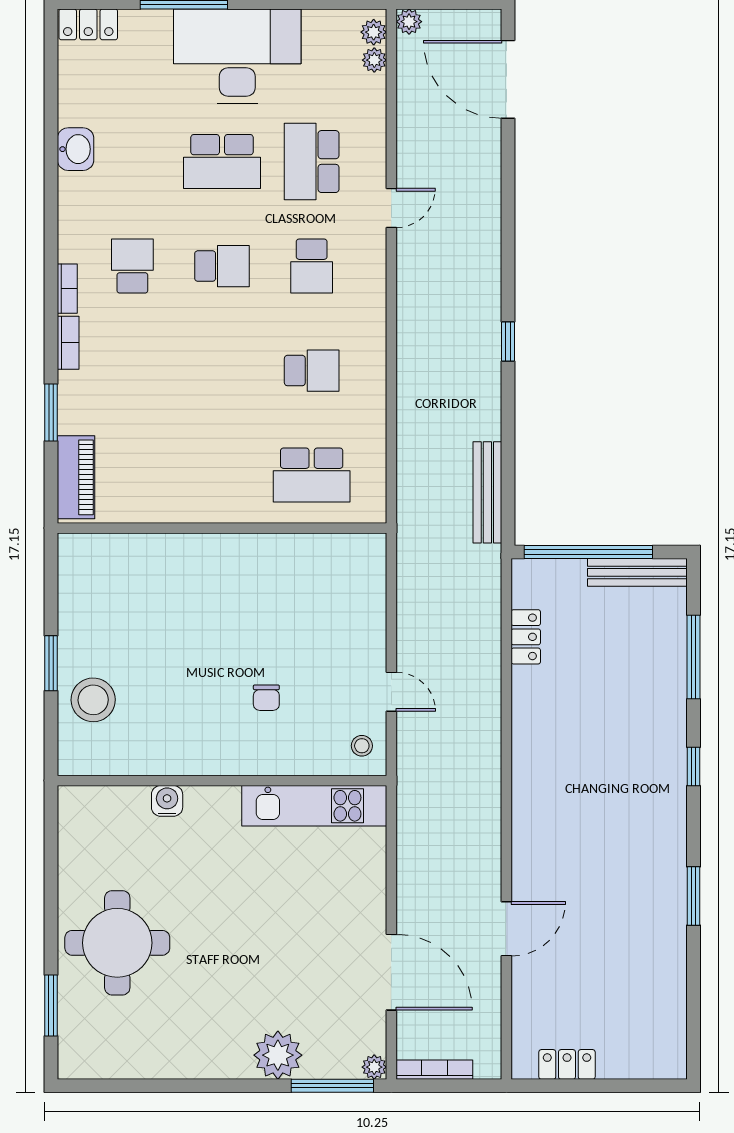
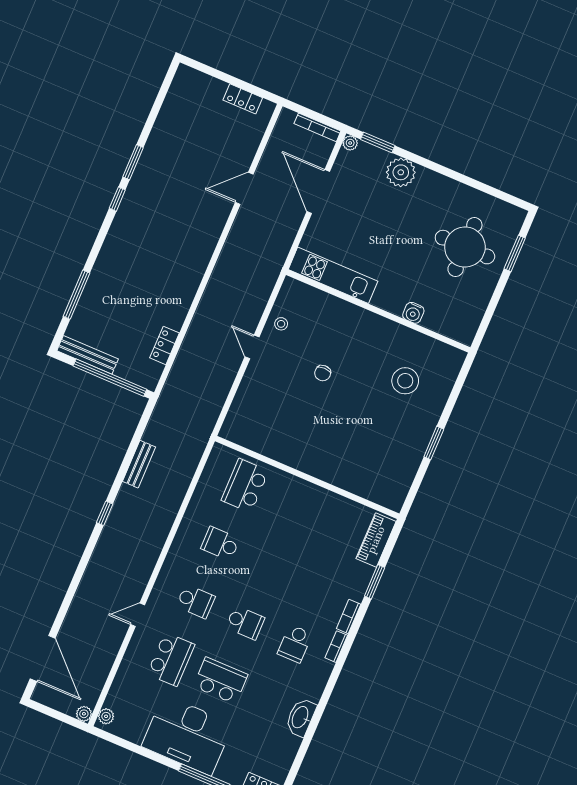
plant: (374, 60) -> (112, 701), removed
washbasin: (76, 149) -> (301, 717), width x1.38
school desk: (222, 266) -> (245, 623), turned 180
school desk: (312, 266) -> (196, 601), turned 90
school desk: (312, 475) -> (245, 486), turned -90
bench: (487, 492) -> (139, 464), moved, width x0.73
chair: (266, 698) -> (323, 373), turned 180
stool: (93, 700) -> (405, 381), moved
window: (693, 767) -> (117, 199), moved
wall: (222, 781) -> (378, 311), moved
water cooler: (167, 801) -> (413, 313), moved
kitchen unit: (314, 806) -> (333, 275), moved
round table: (117, 943) -> (465, 247), moved
window: (332, 1086) -> (378, 142), width x0.69

